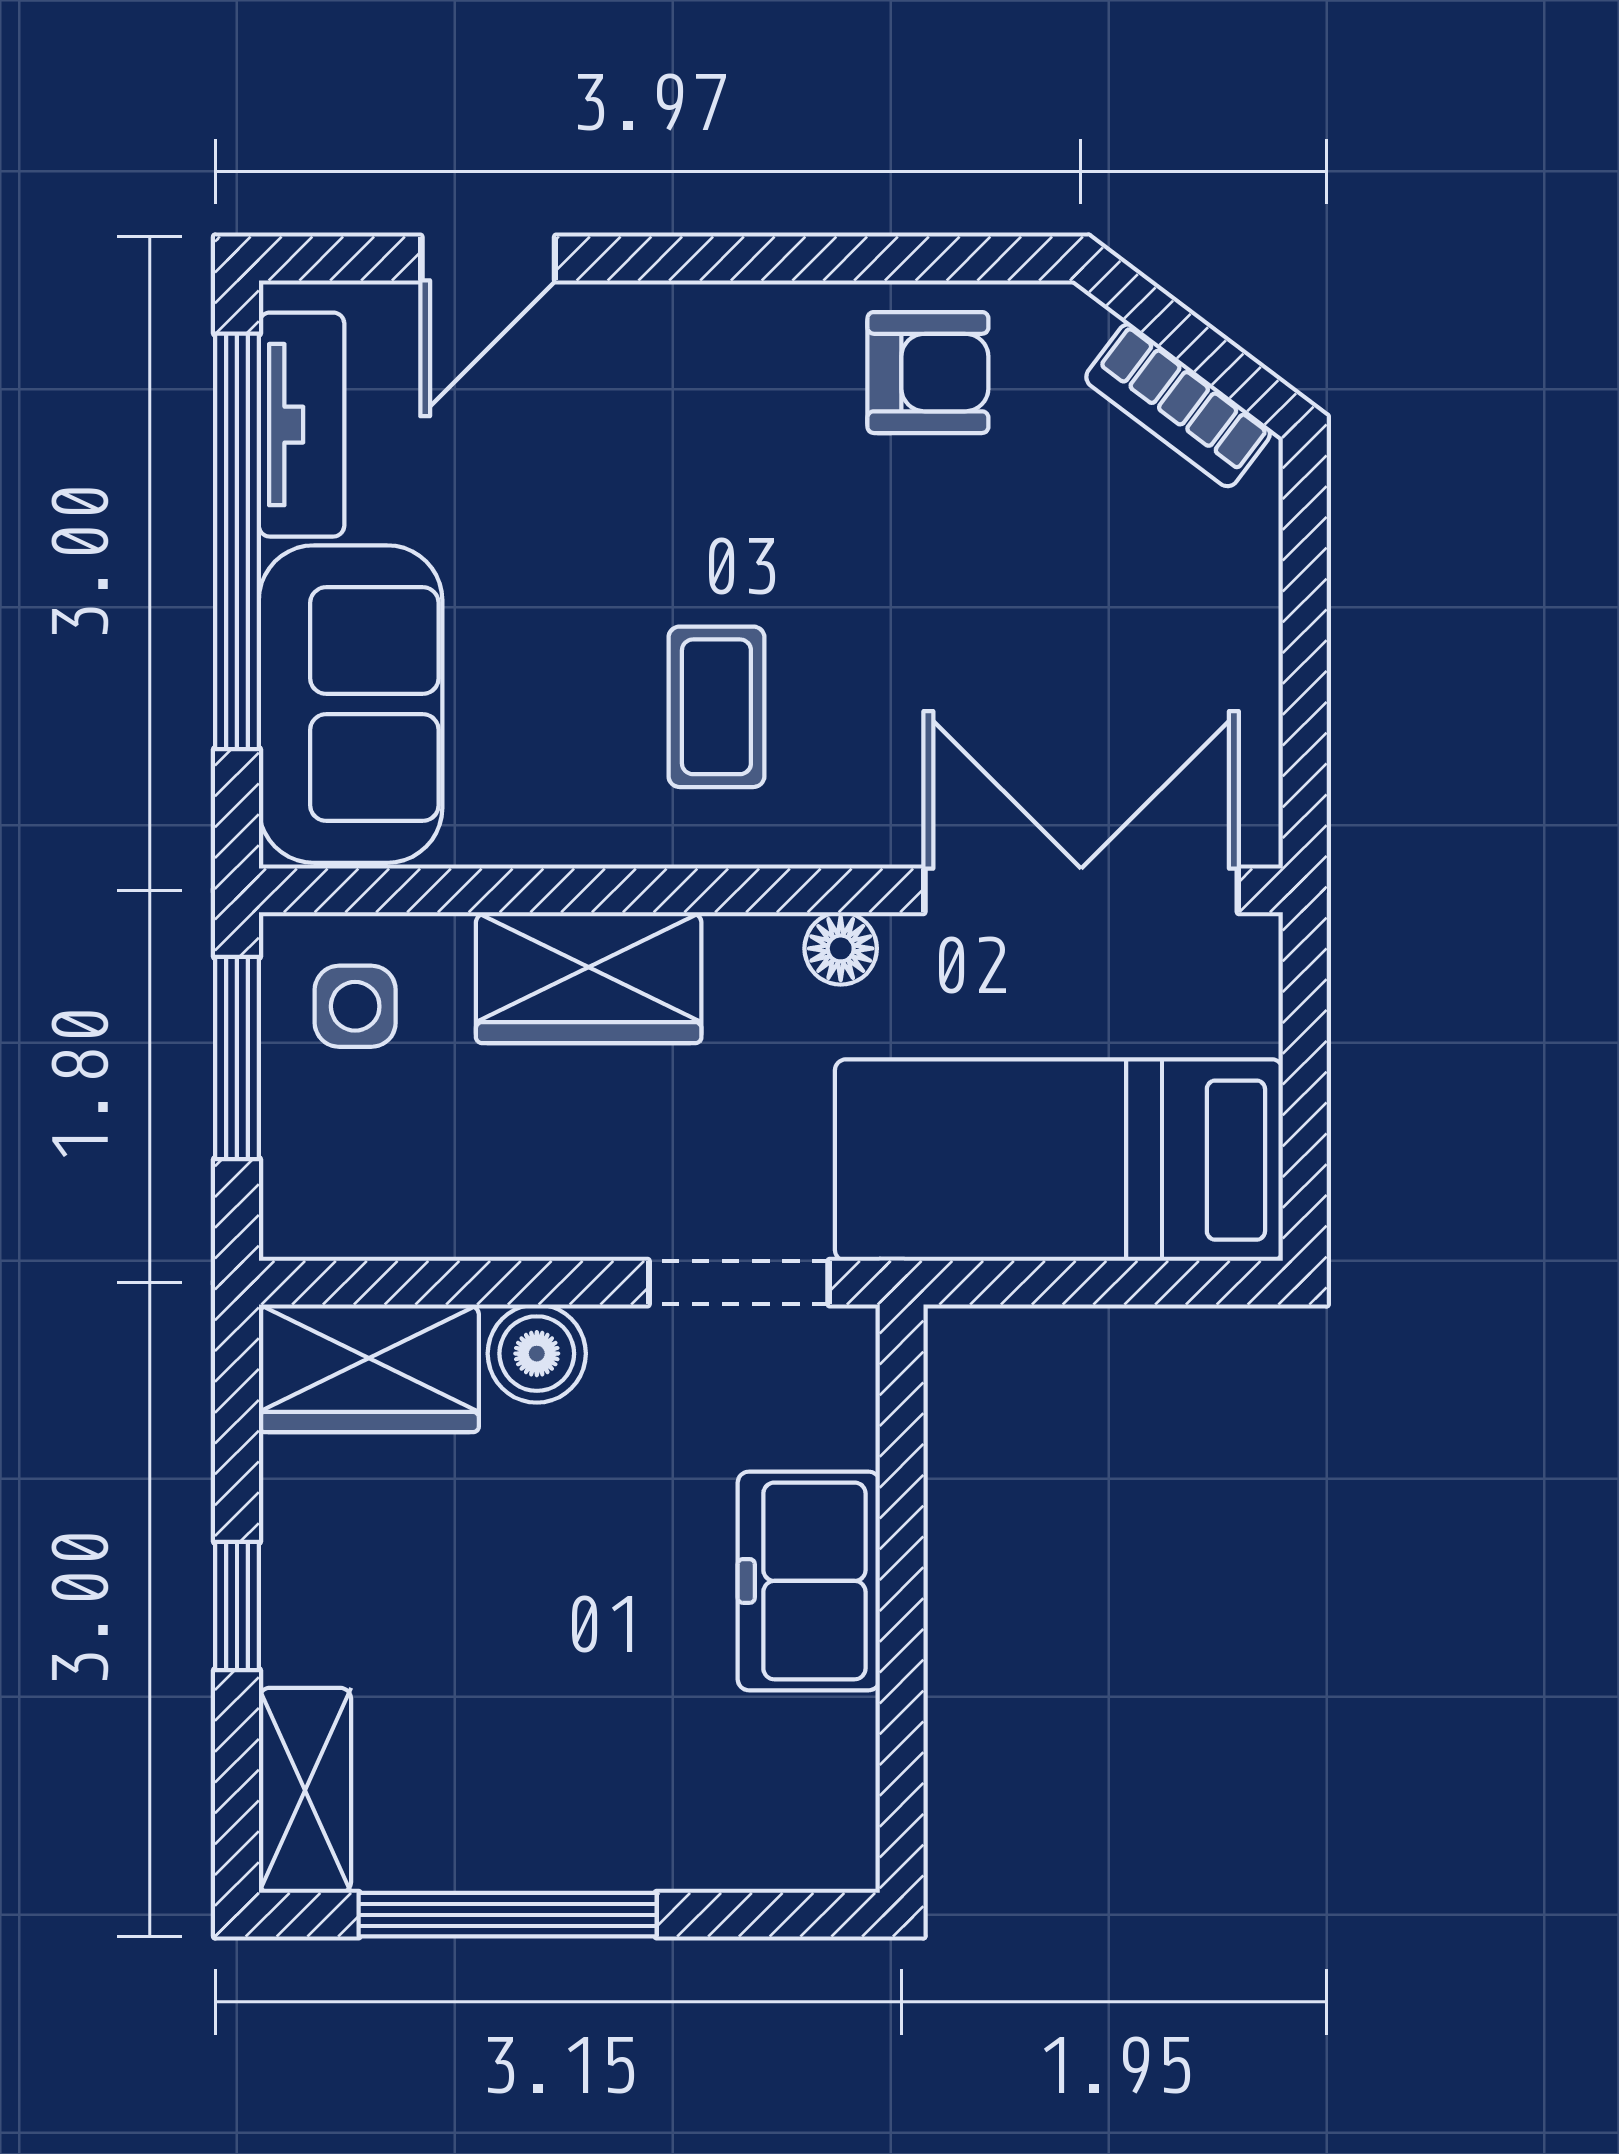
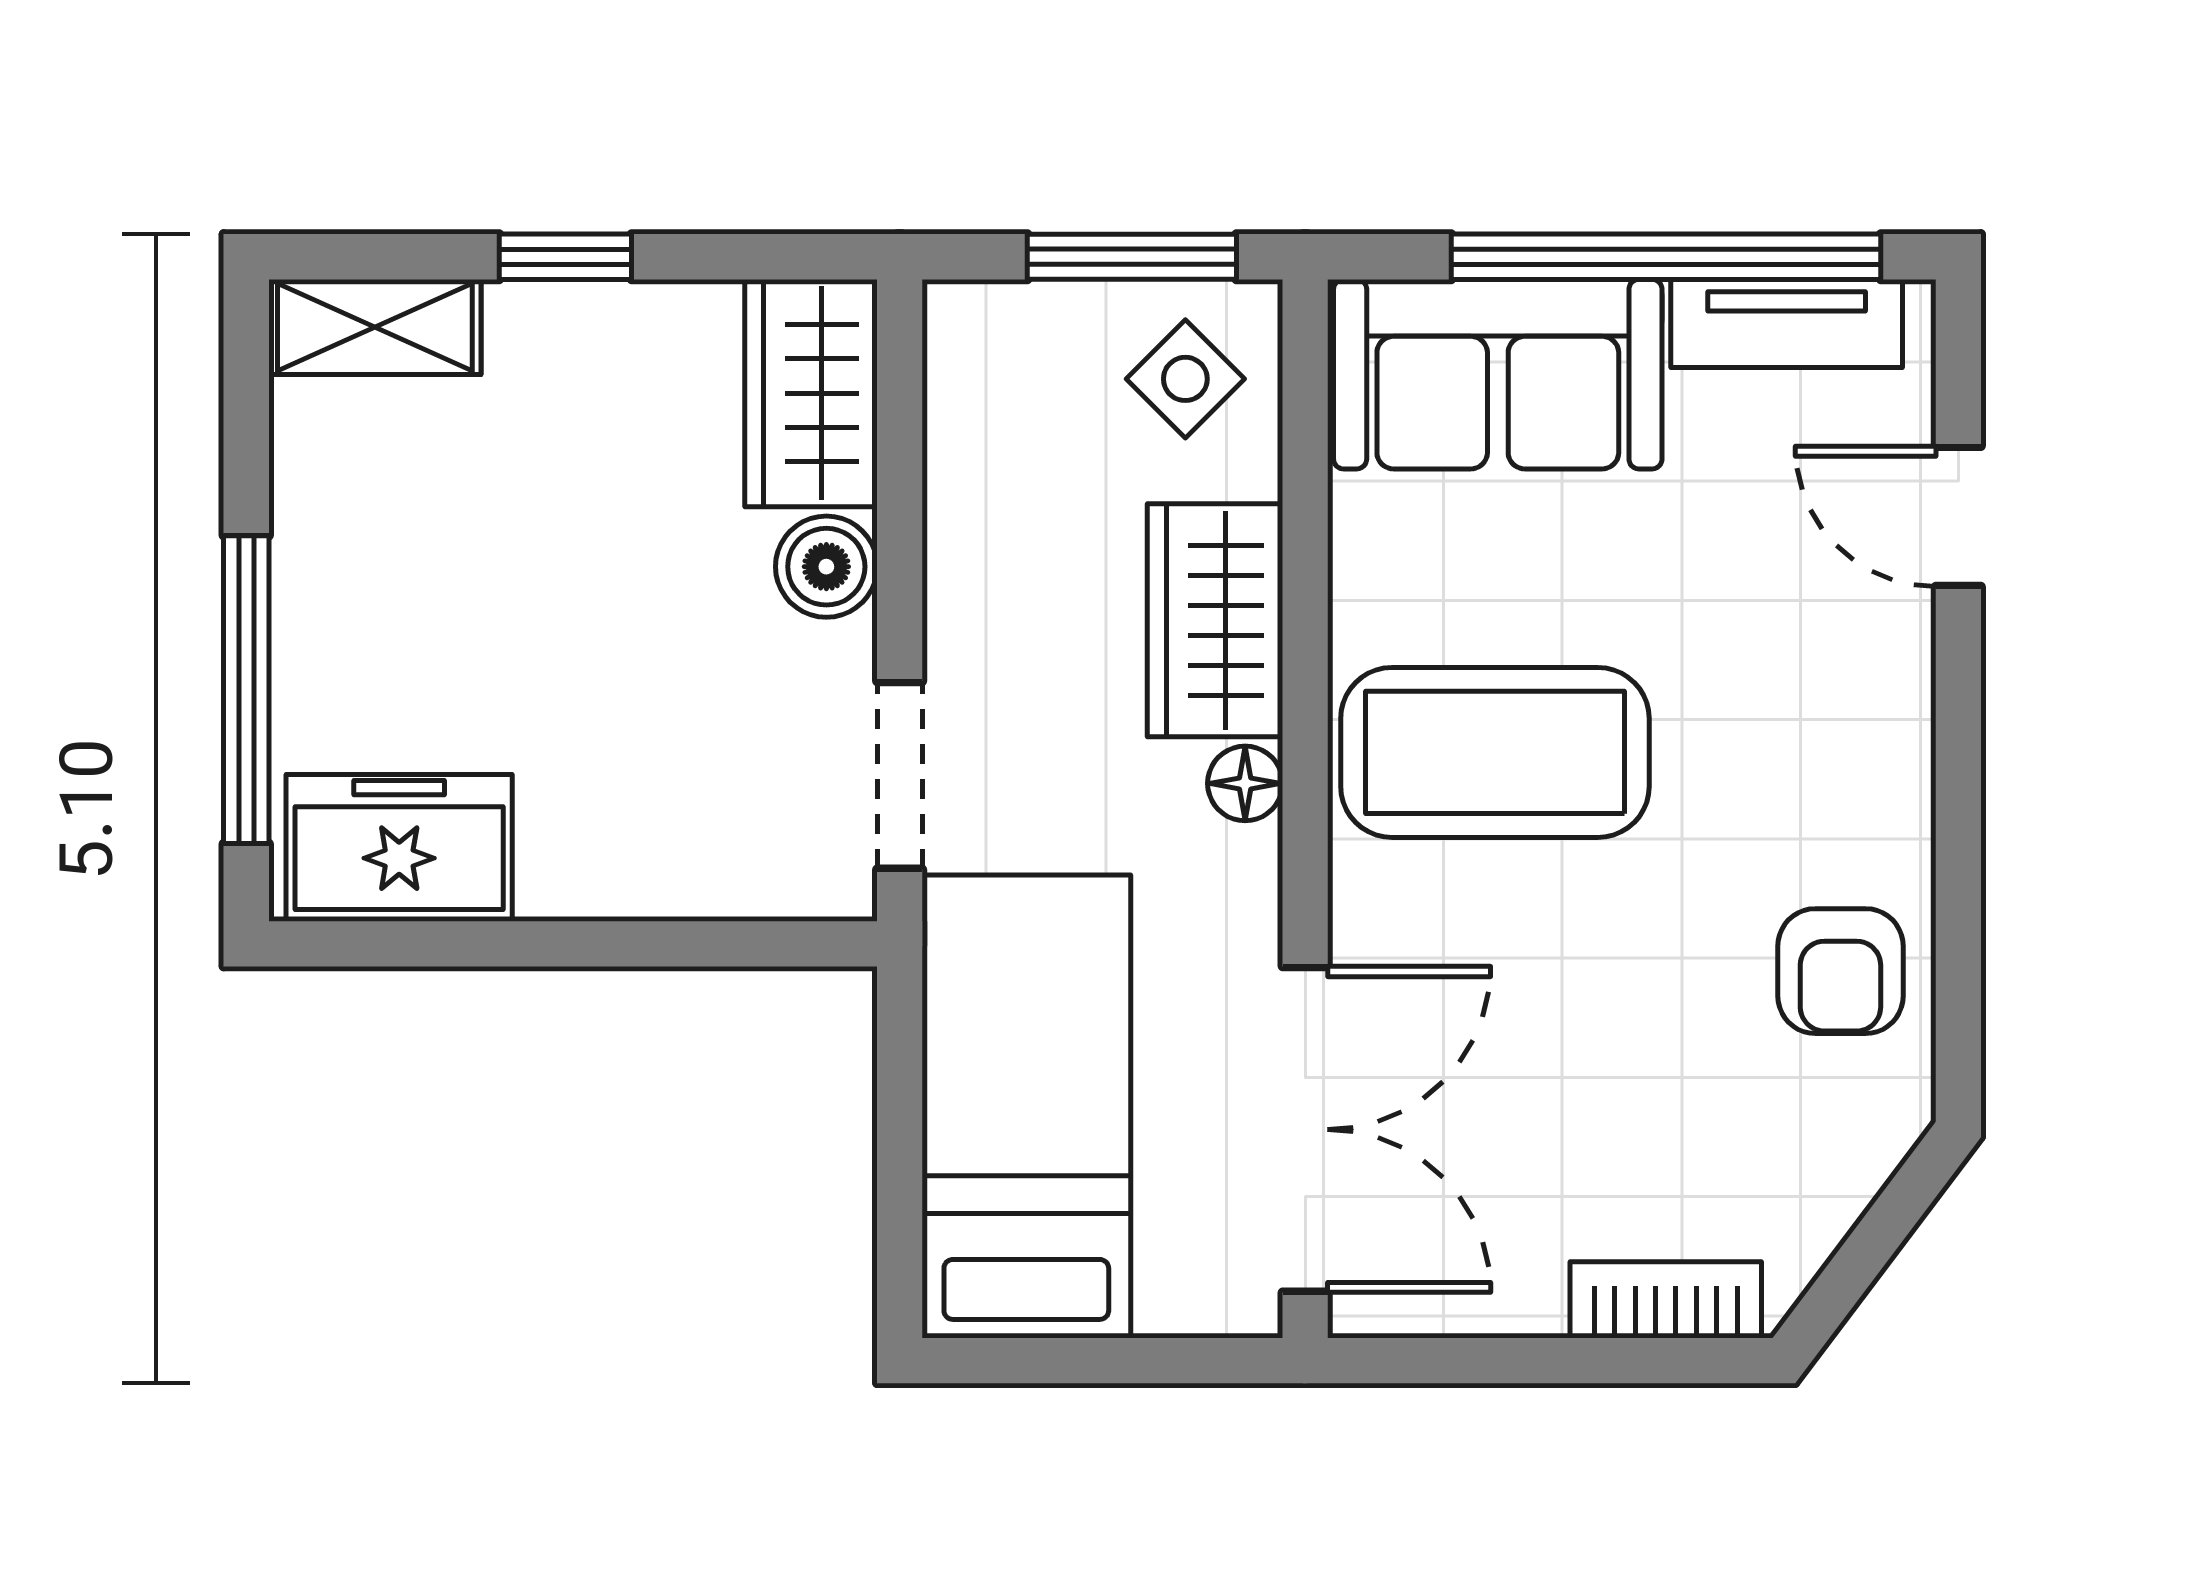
bookcase: (1178, 405) -> (1666, 1300), moved, turned 53
coffee table: (716, 707) -> (1495, 752), width x1.86, depth x1.72
floor lamp: (841, 948) -> (1245, 783), moved
side table: (355, 1006) -> (1185, 379), turned 45
freezer: (809, 1581) -> (399, 848), moved
window: (508, 1915) -> (246, 690), moved

